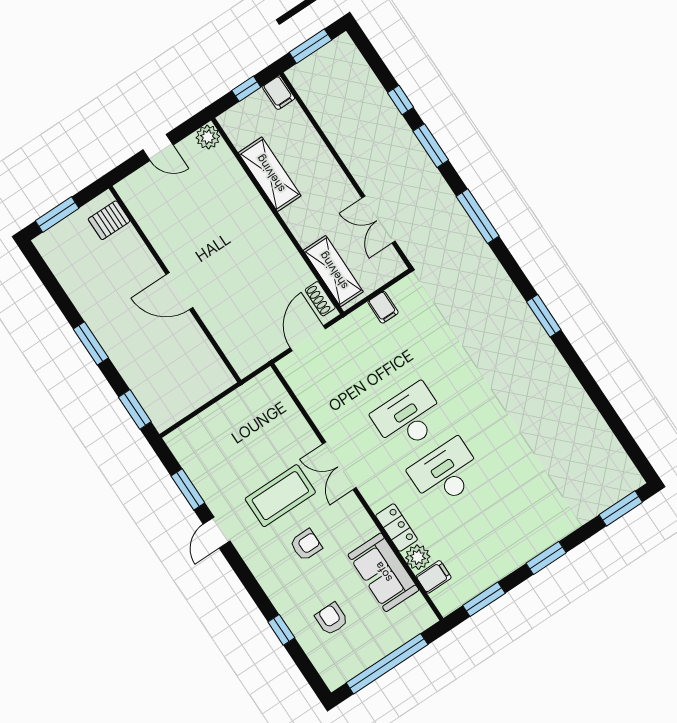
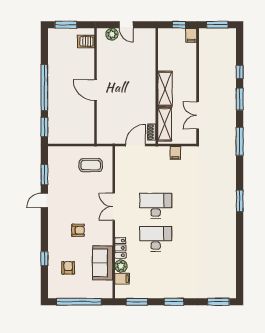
plant: (208, 137) -> (112, 34), moved
shelving: (270, 174) -> (165, 89), moved
window: (91, 343) -> (44, 88), width x2.11
coffee table: (280, 496) -> (91, 165), moved, width x0.73, depth x0.76

